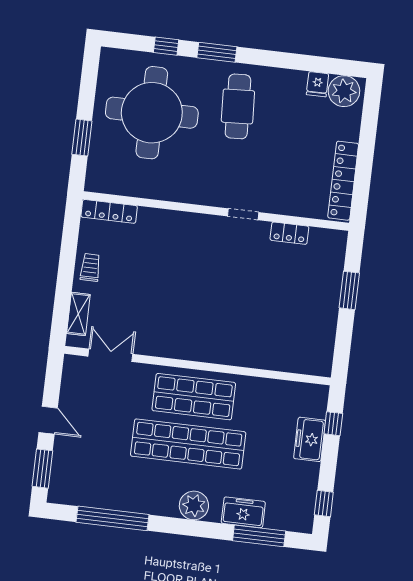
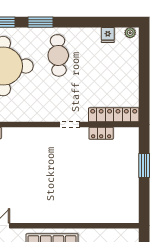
plant: (344, 91) -> (130, 33), width x0.53, depth x0.53
locker: (343, 181) -> (114, 115), moved, turned 90

